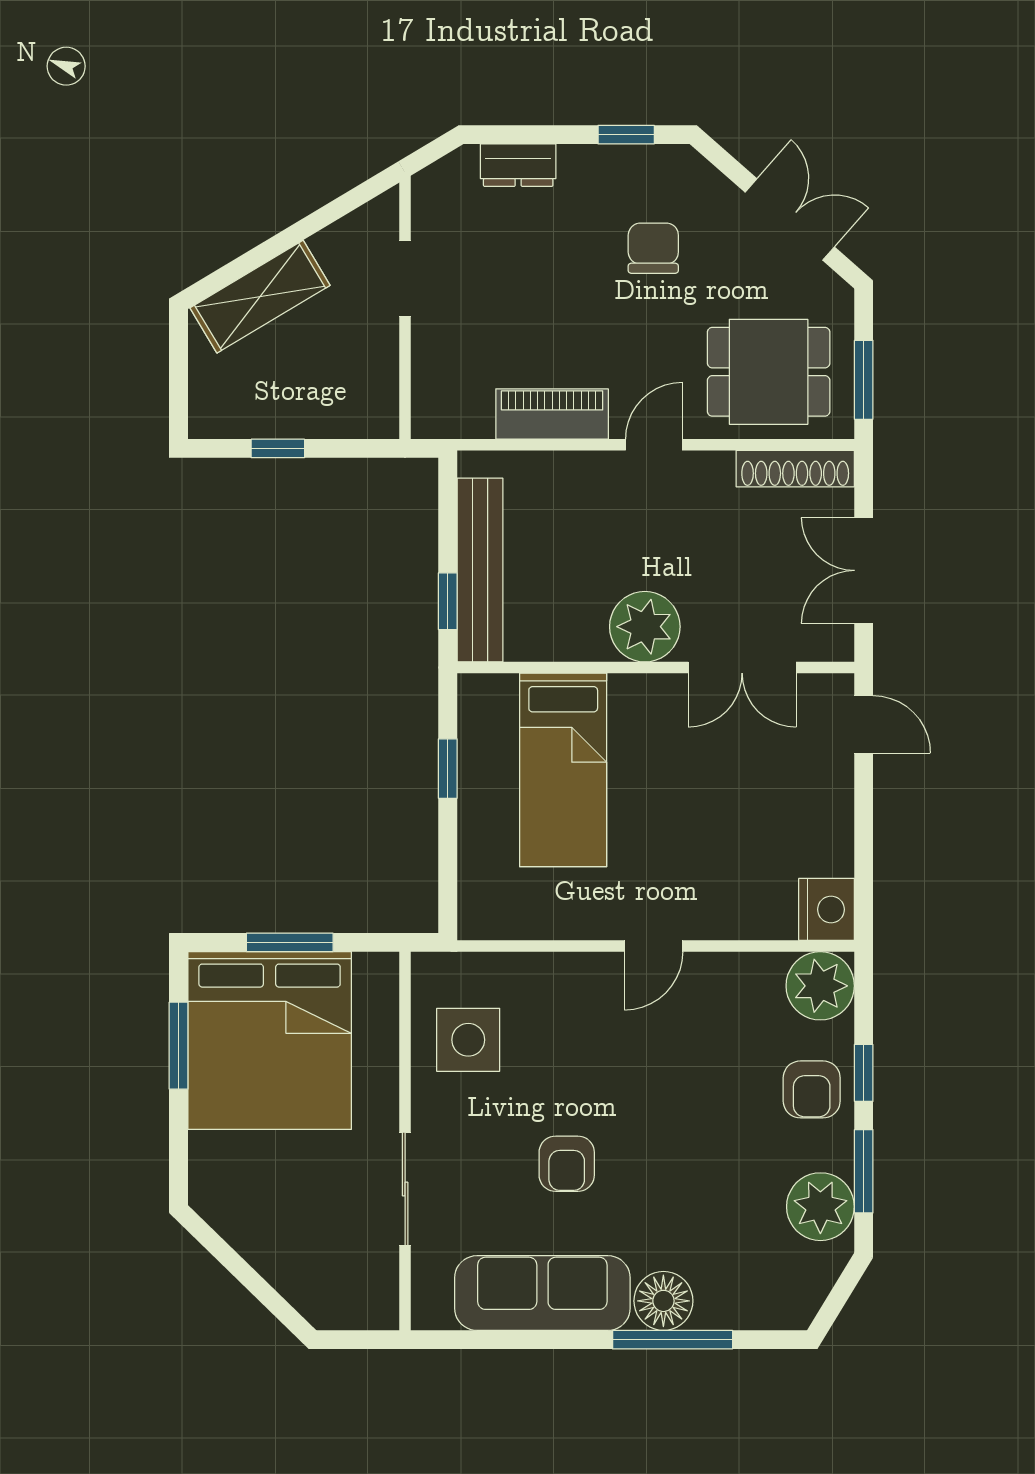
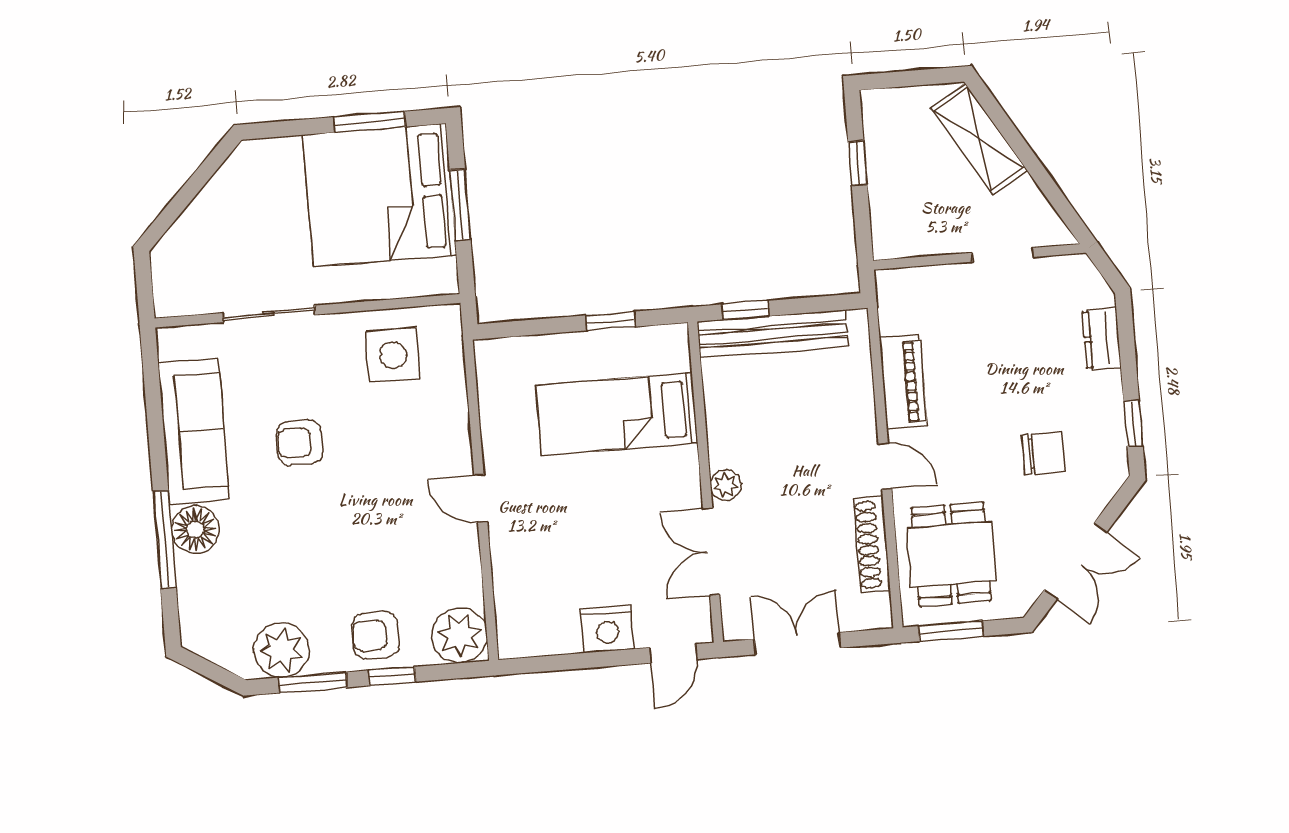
shoe rack: (795, 469) -> (872, 544), moved
plant: (645, 627) -> (725, 485), width x0.53, depth x0.53
nightstand: (827, 909) -> (607, 629), moved

